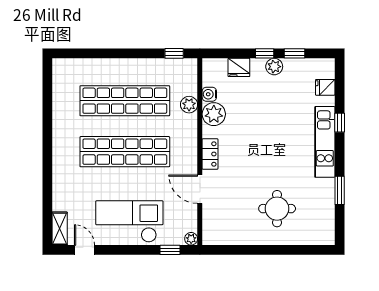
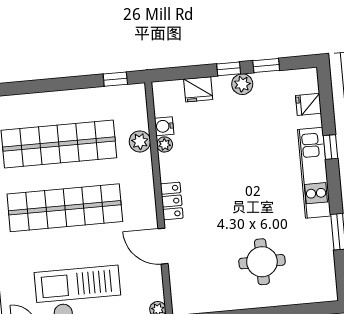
plant: (214, 114) -> (165, 144), width x0.53, depth x0.53

